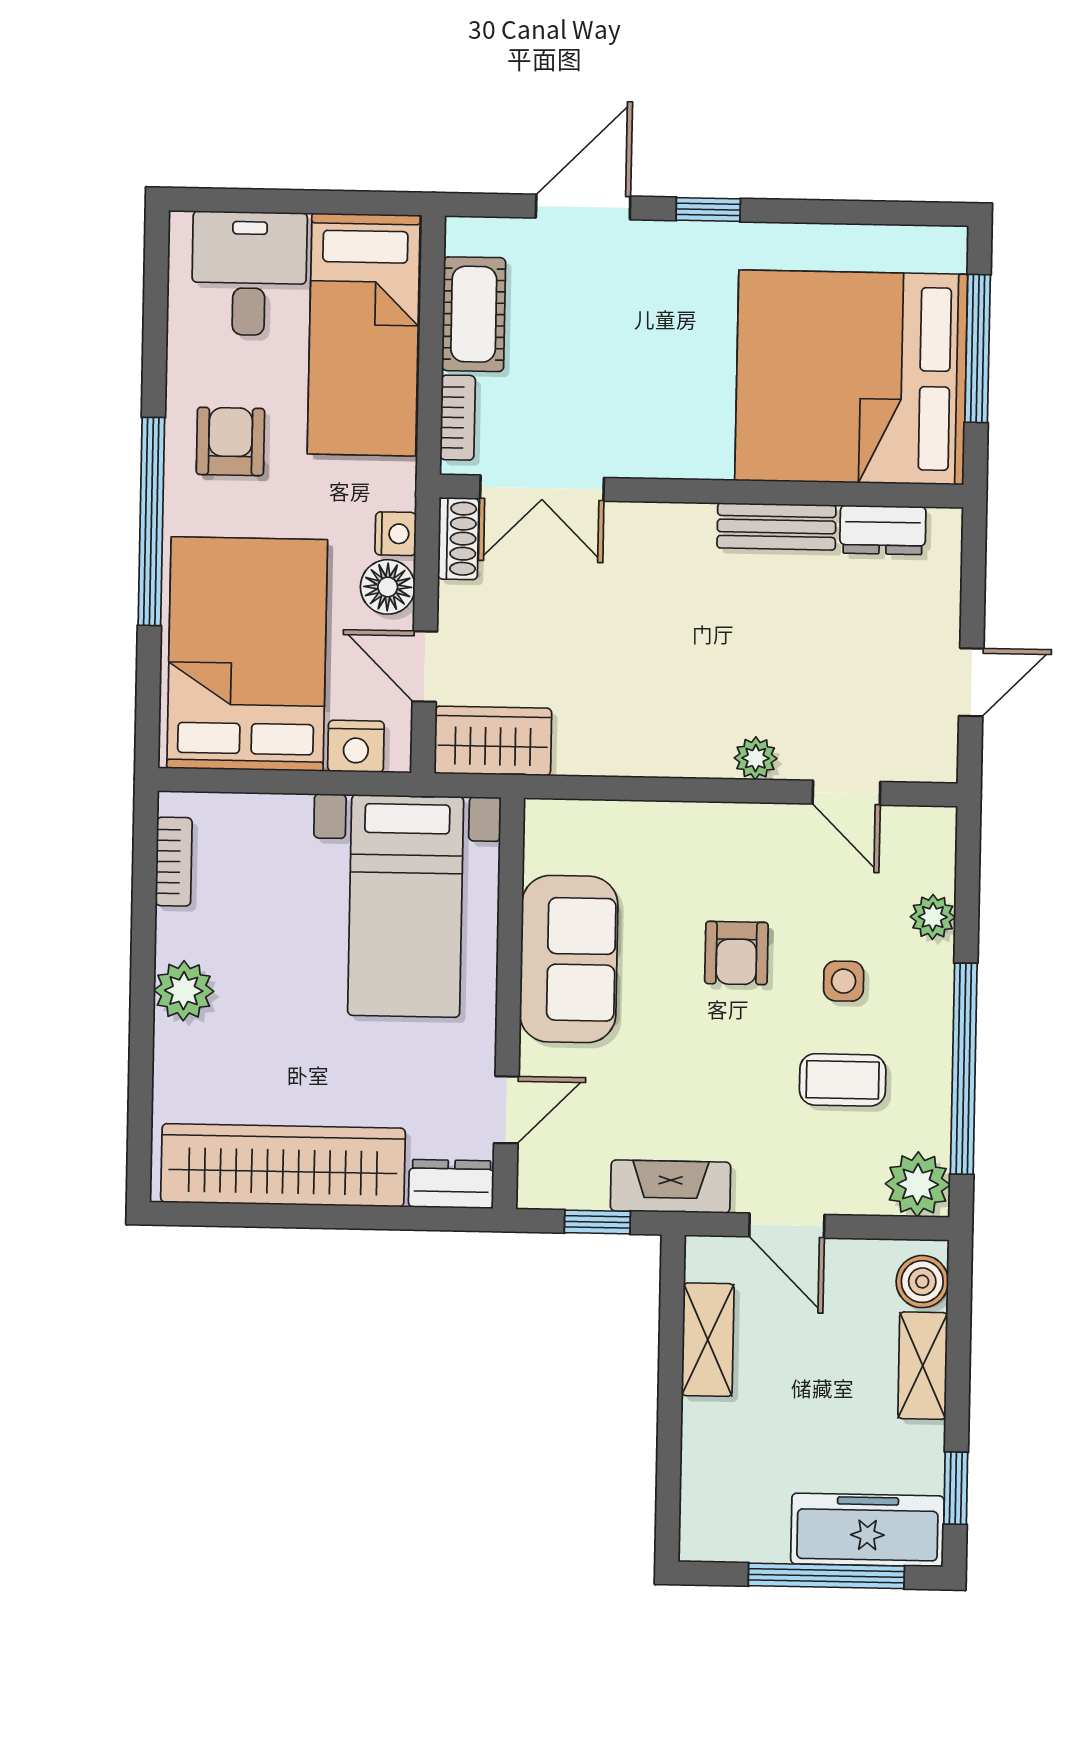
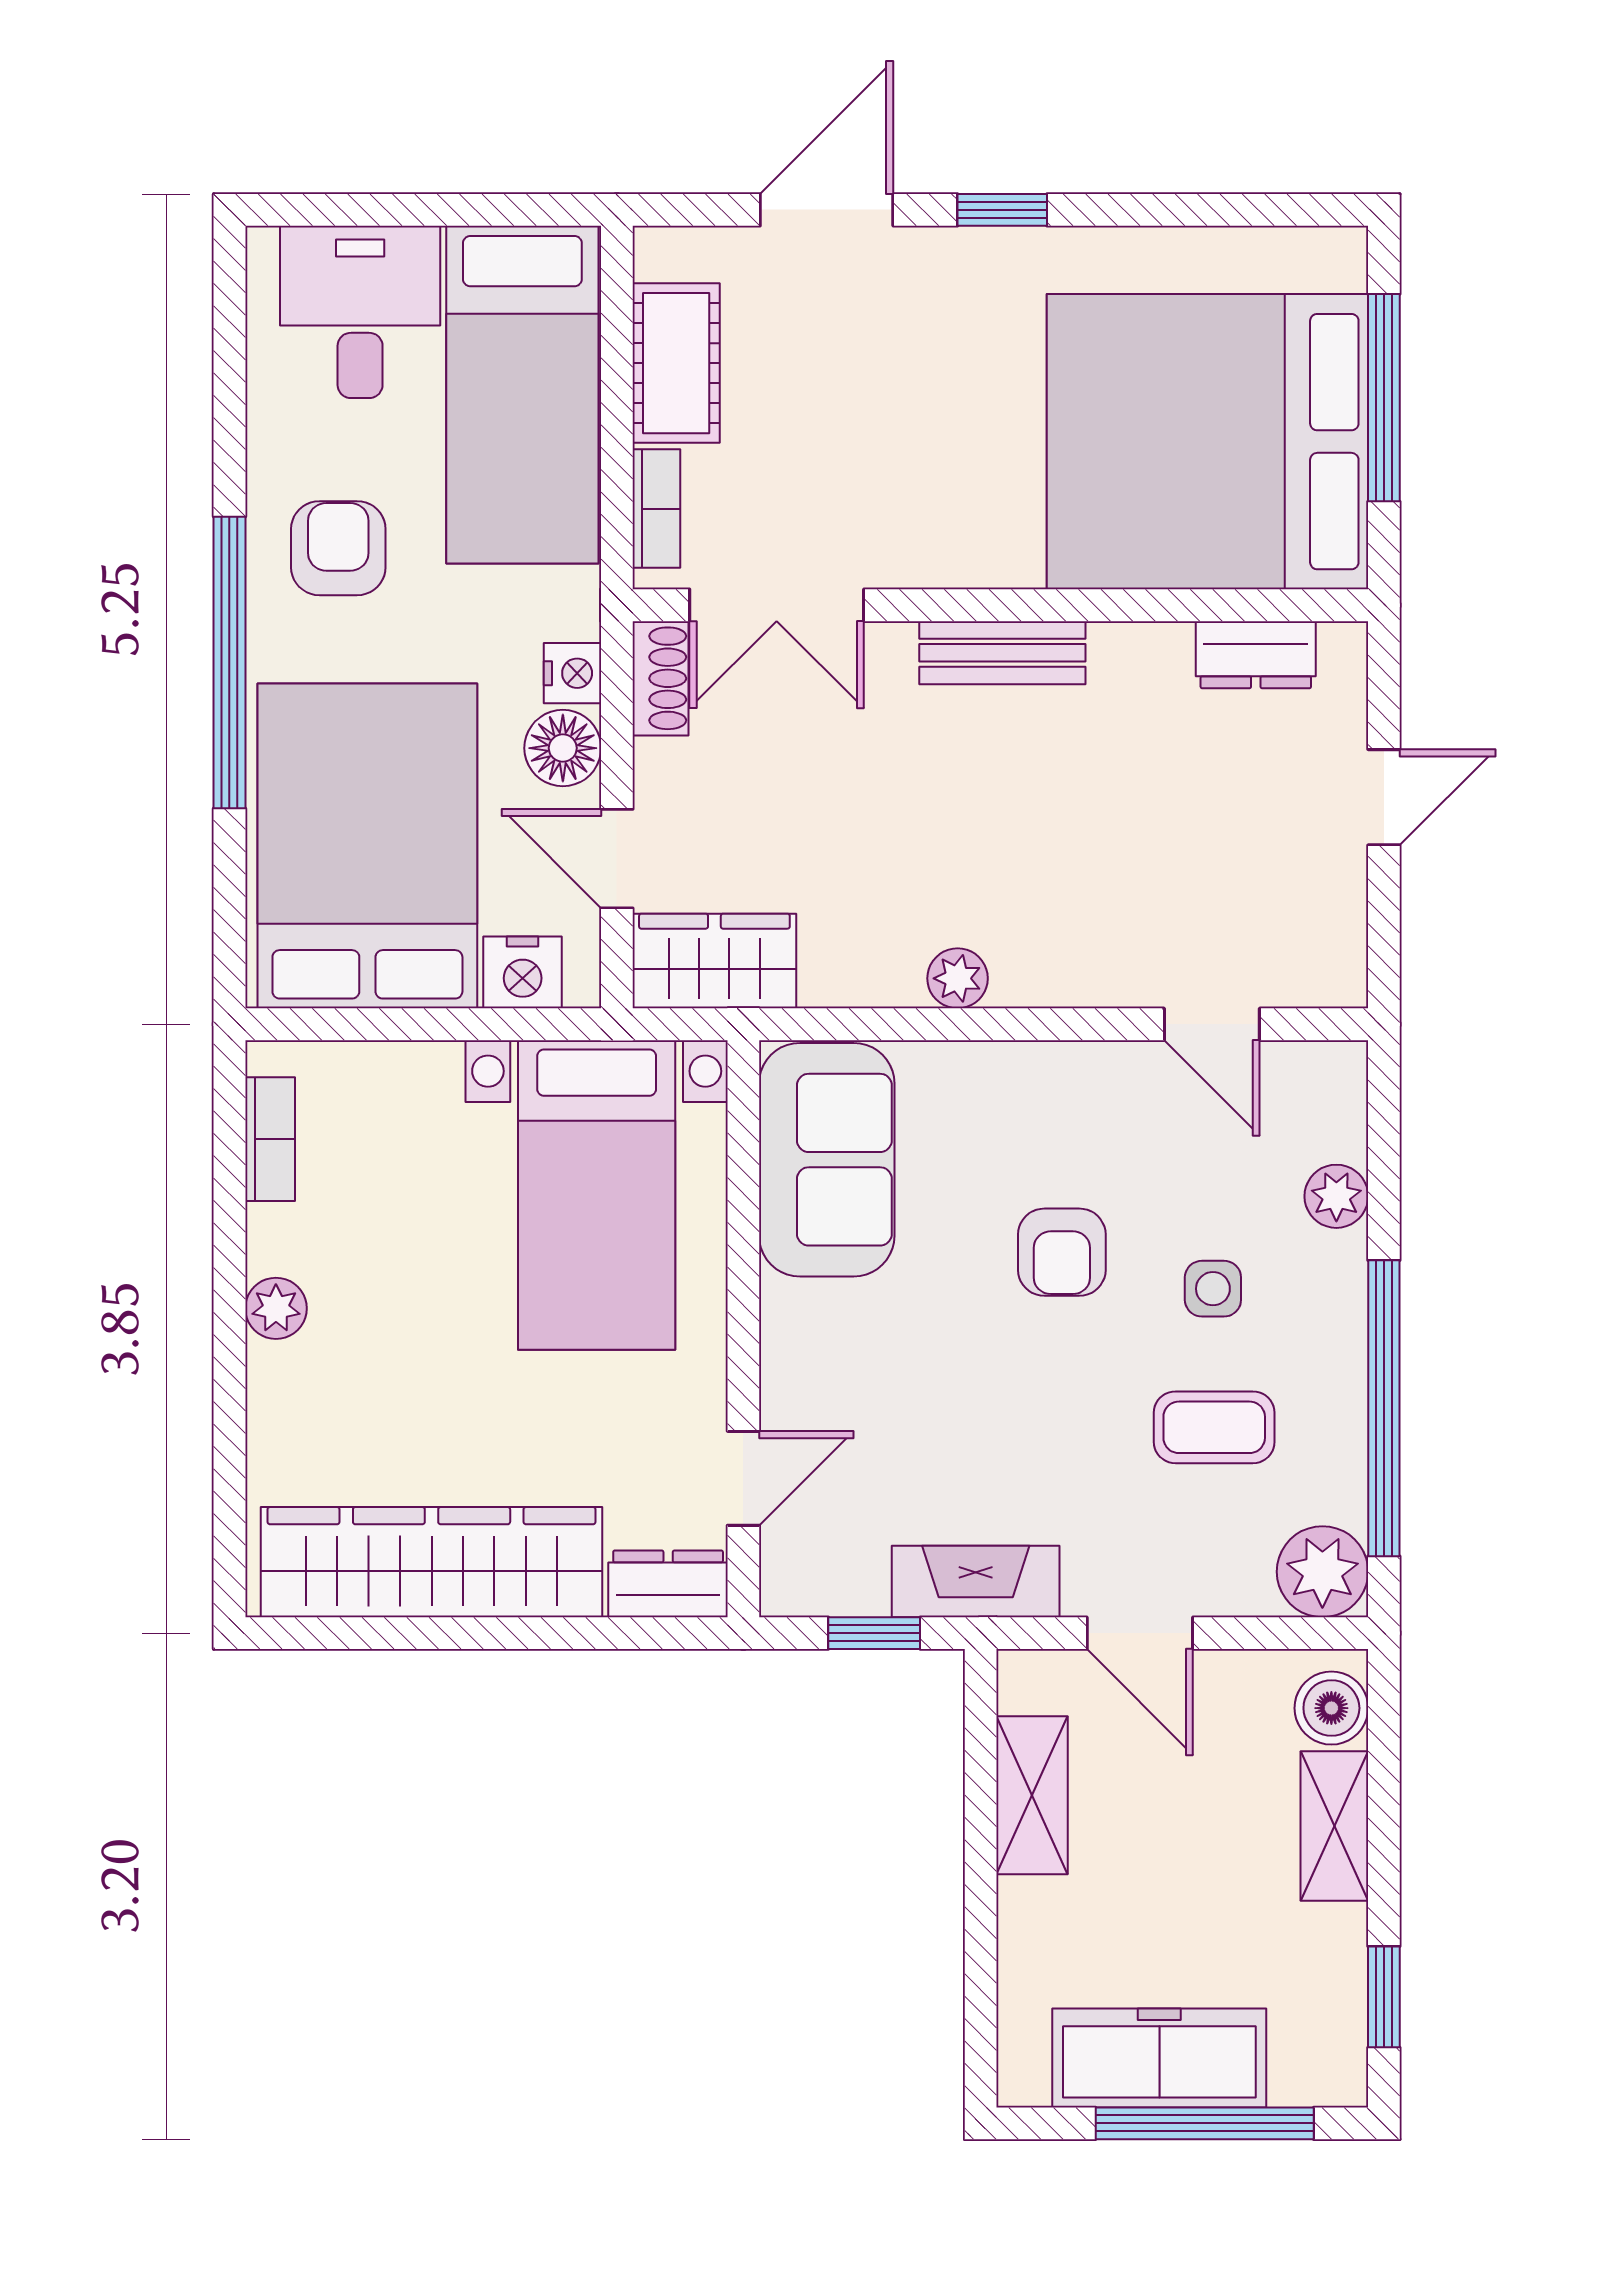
bench: (776, 526) -> (1002, 653), moved
door: (971, 682) -> (1384, 797), moved
plant: (756, 758) -> (958, 978), moved
sofa: (569, 959) -> (827, 1160), moved
plant: (184, 991) -> (276, 1308), width x0.73, depth x0.73
freezer: (867, 1530) -> (1159, 2058), moved

